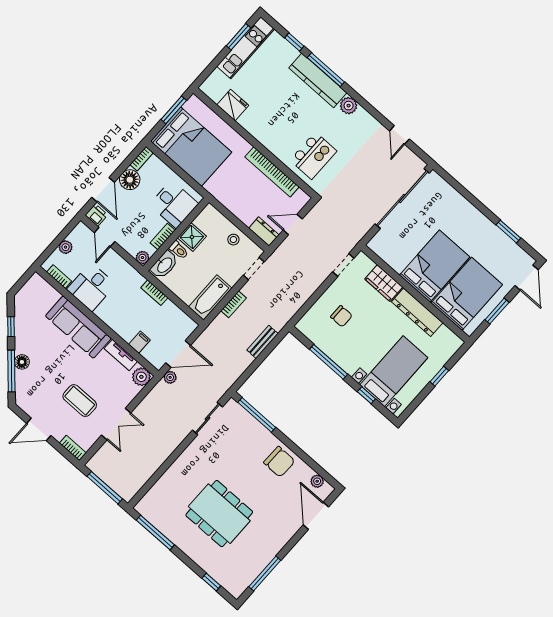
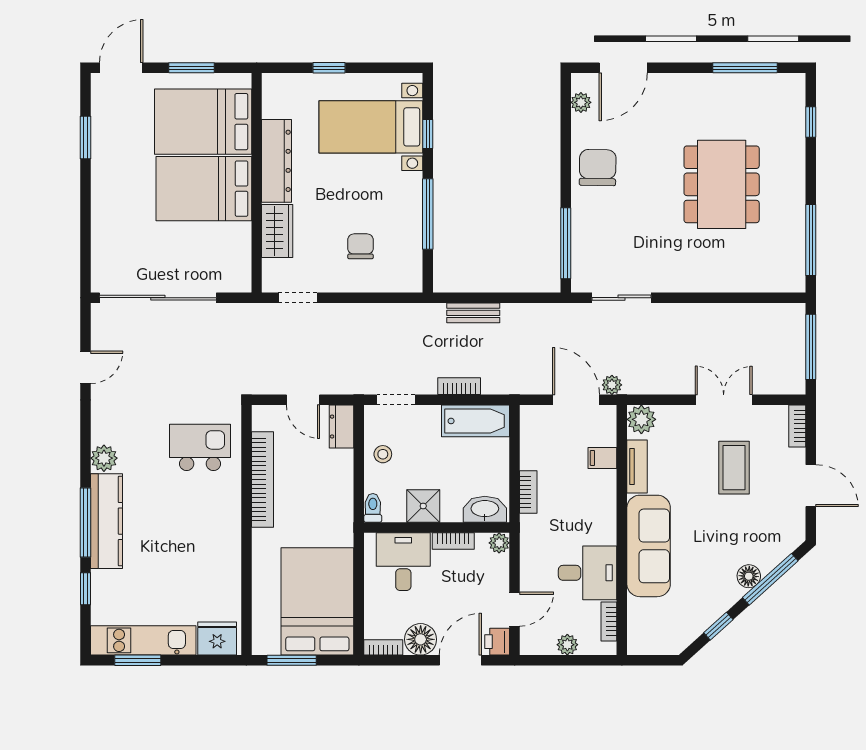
fridge: (233, 105) -> (217, 639), moved, turned 90
toilet: (179, 250) -> (373, 508), moved

